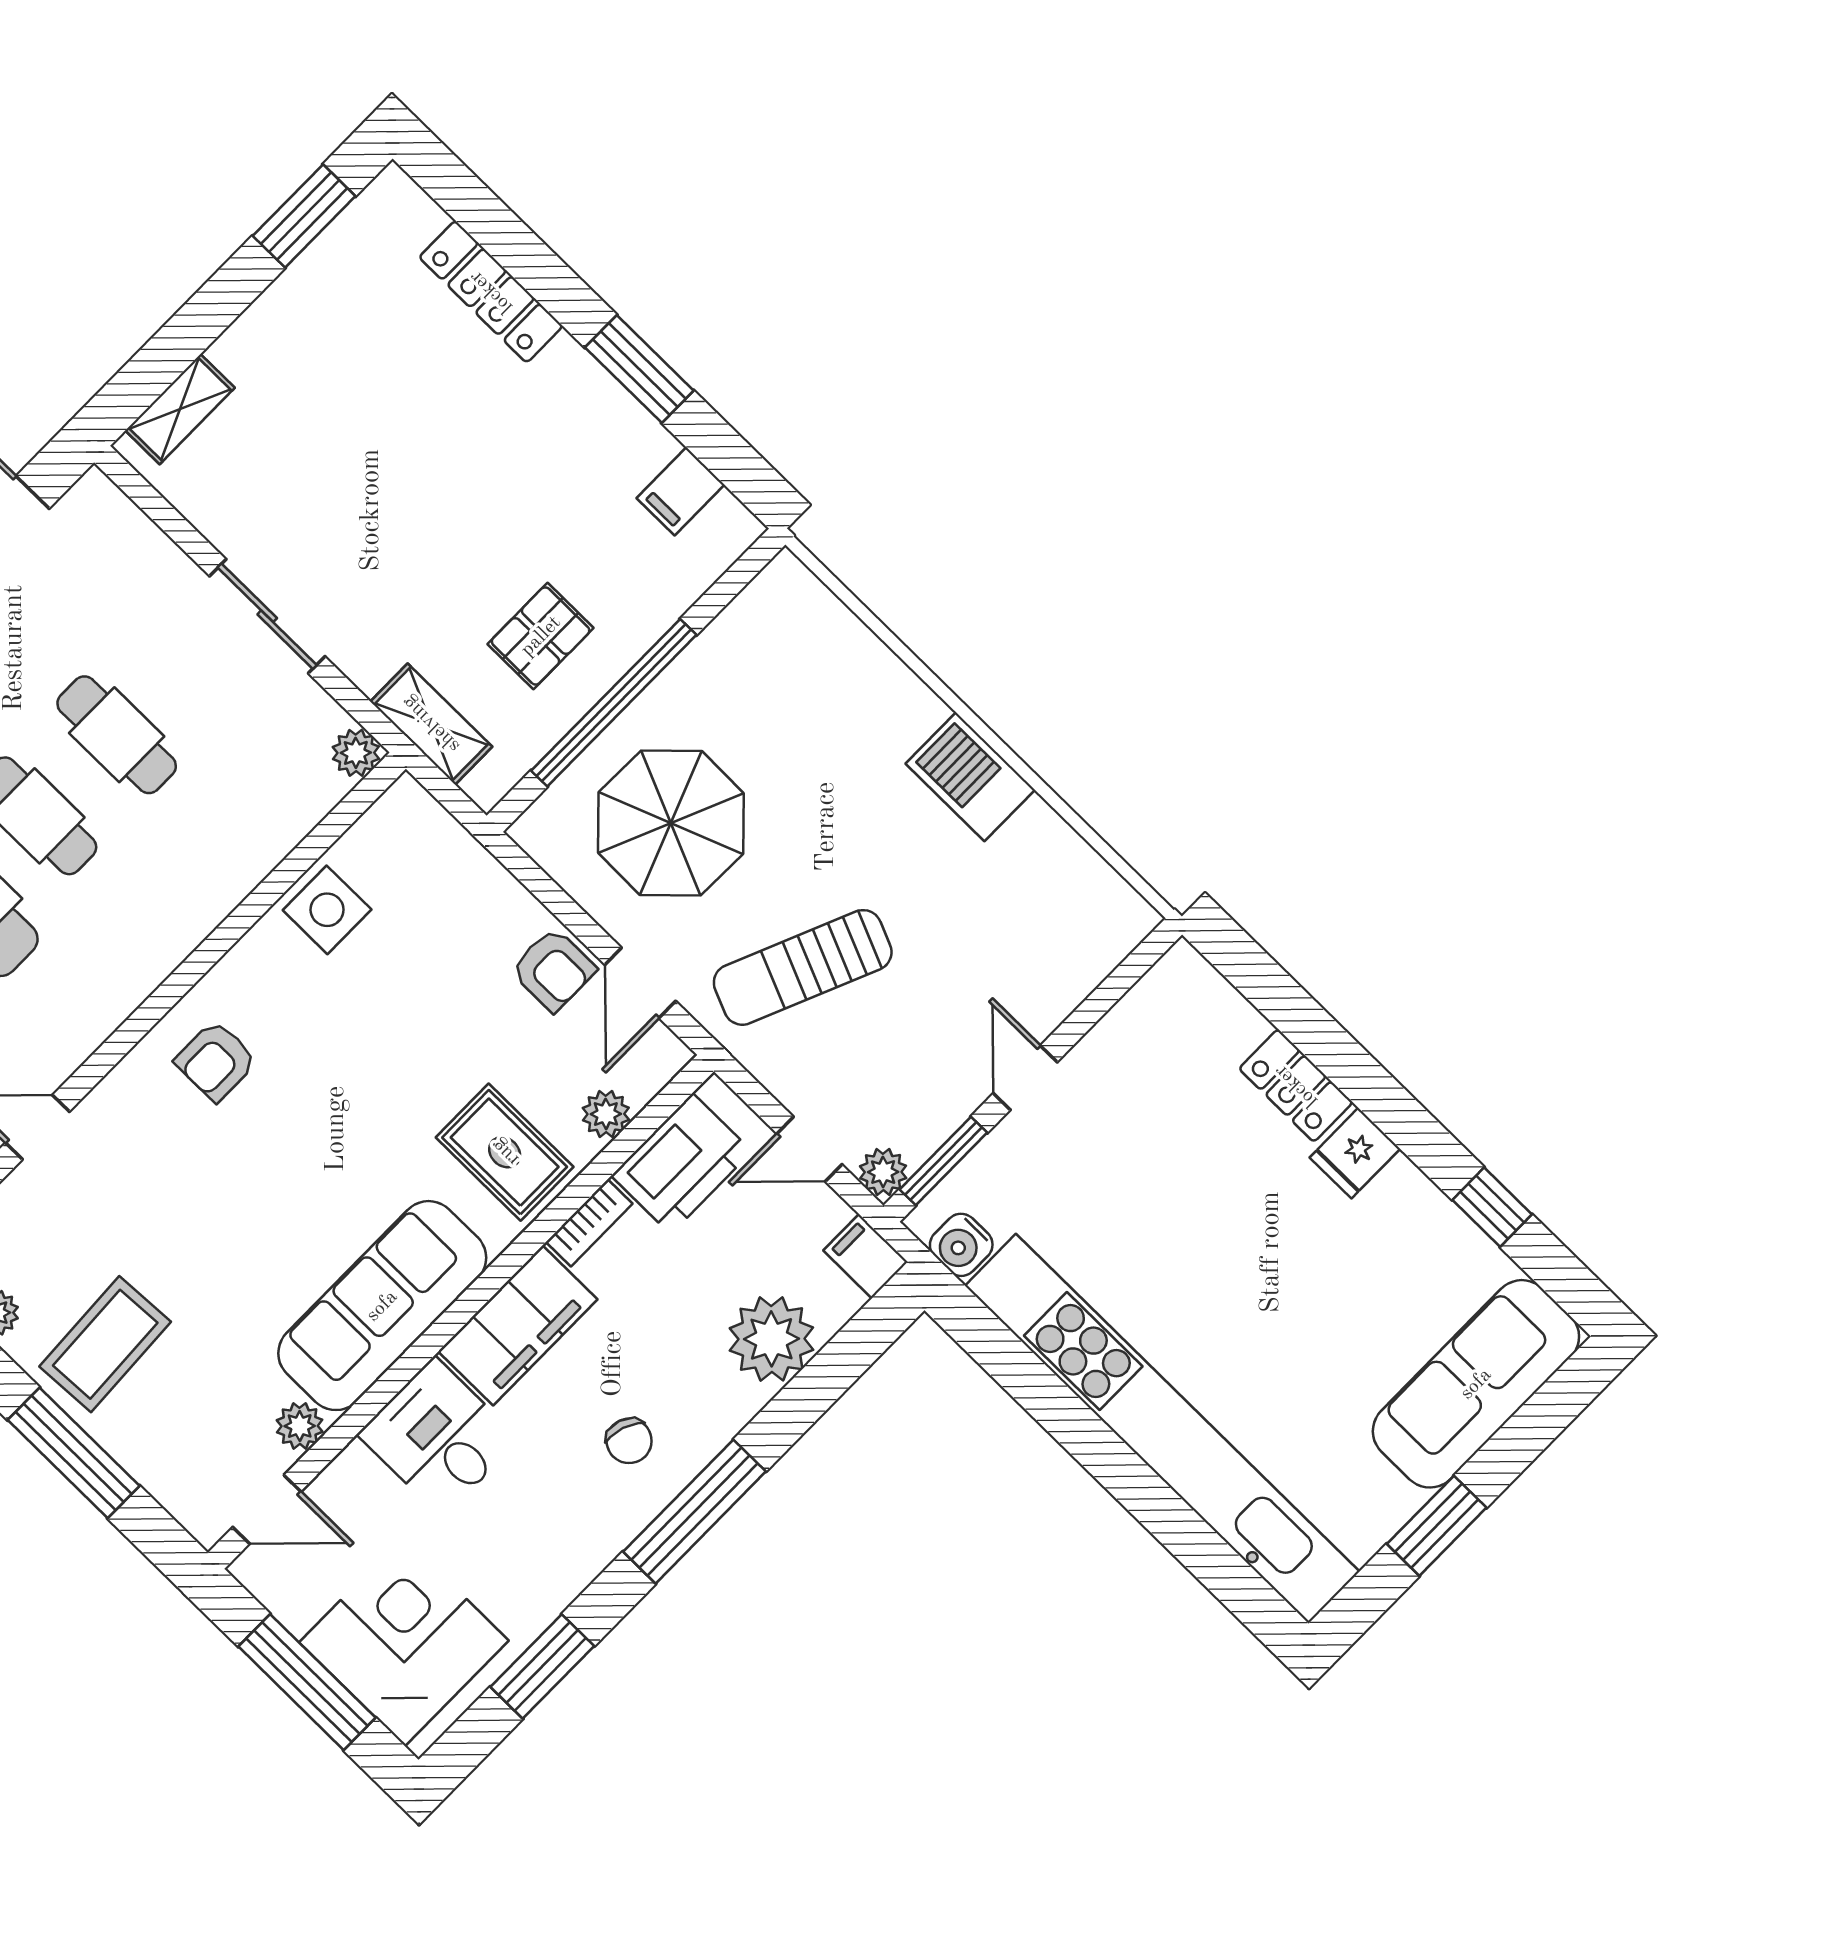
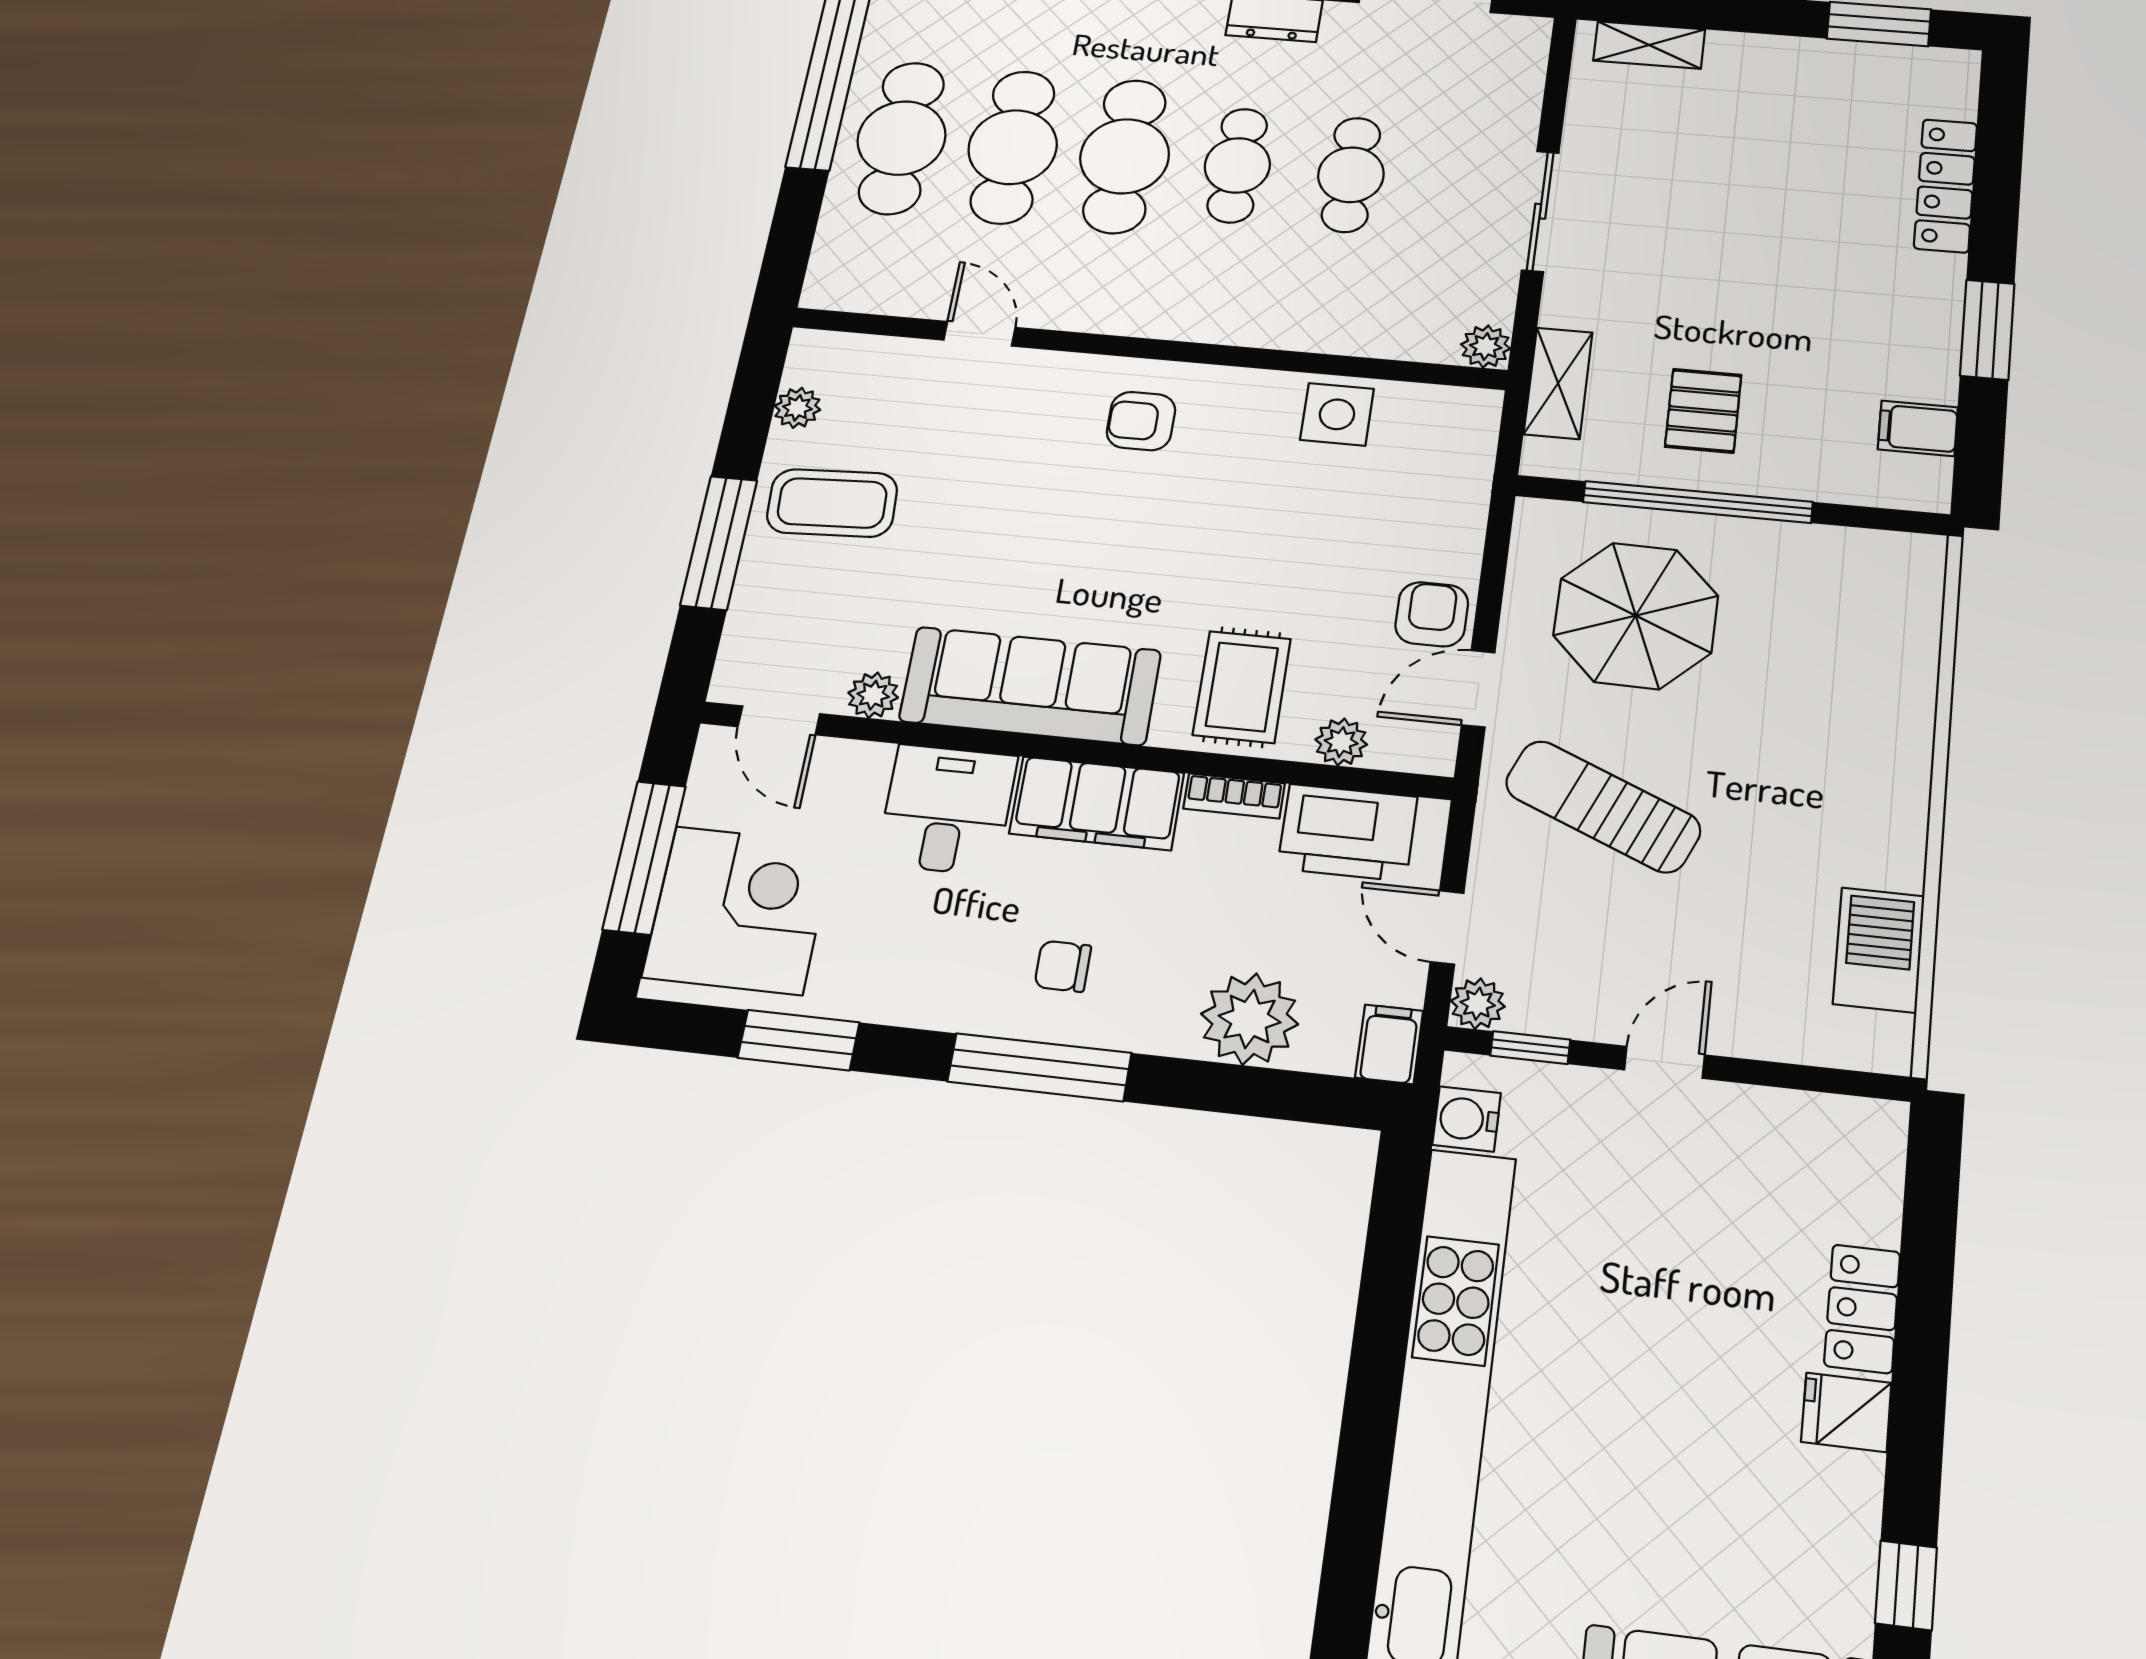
pallet: (541, 636) -> (1703, 411), turned 90
barbecue: (970, 777) -> (1879, 950), moved
armchair: (553, 970) -> (1432, 614), turned 180
window: (943, 1161) -> (1530, 1048), width x0.67
chair: (629, 1441) -> (1063, 966), turned 71

